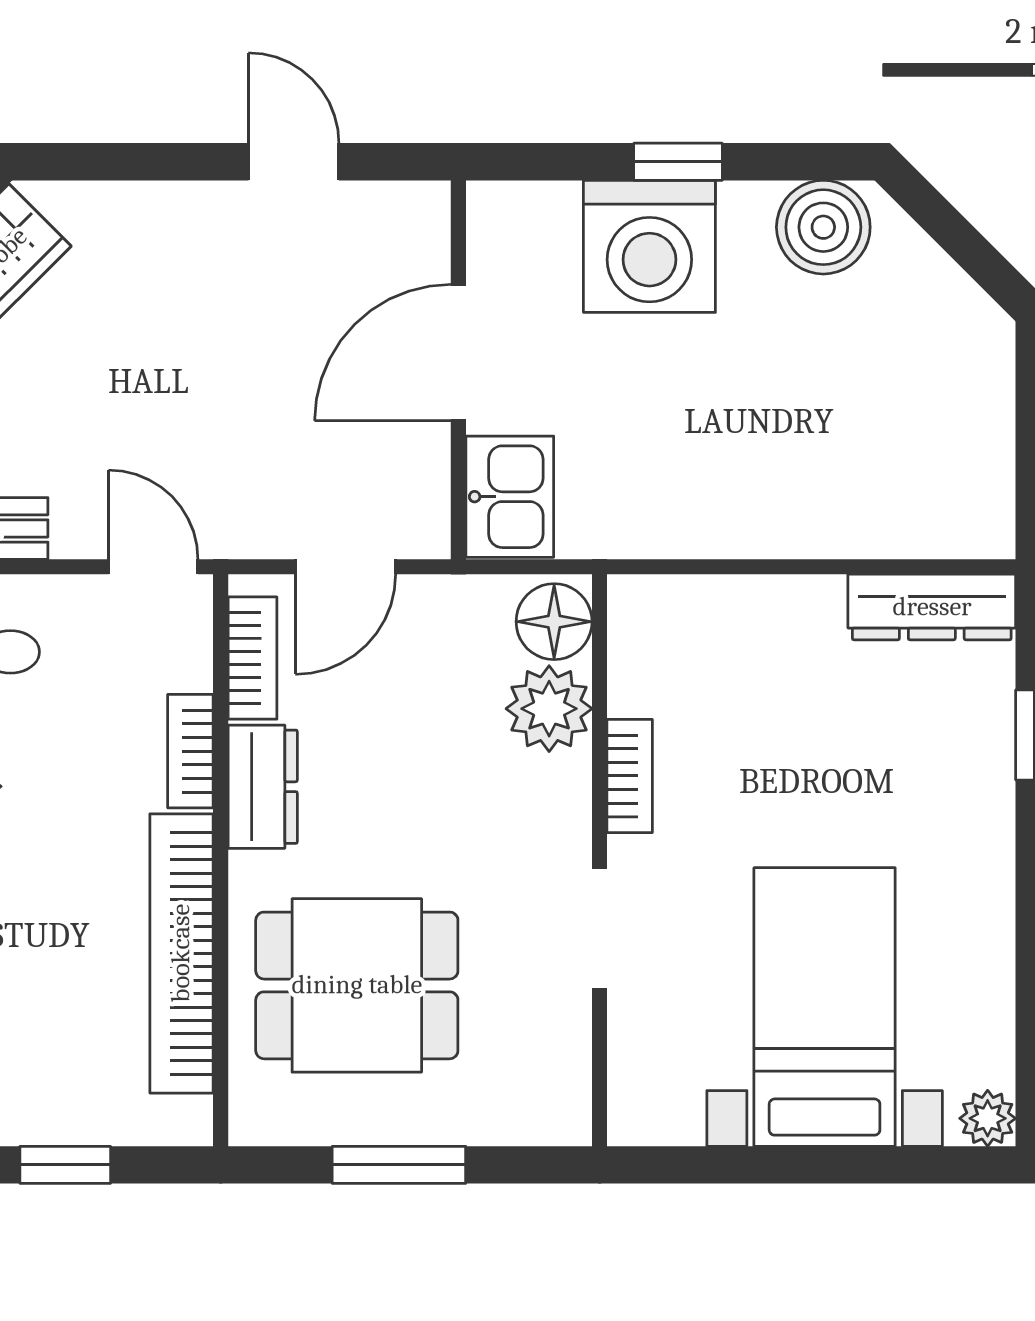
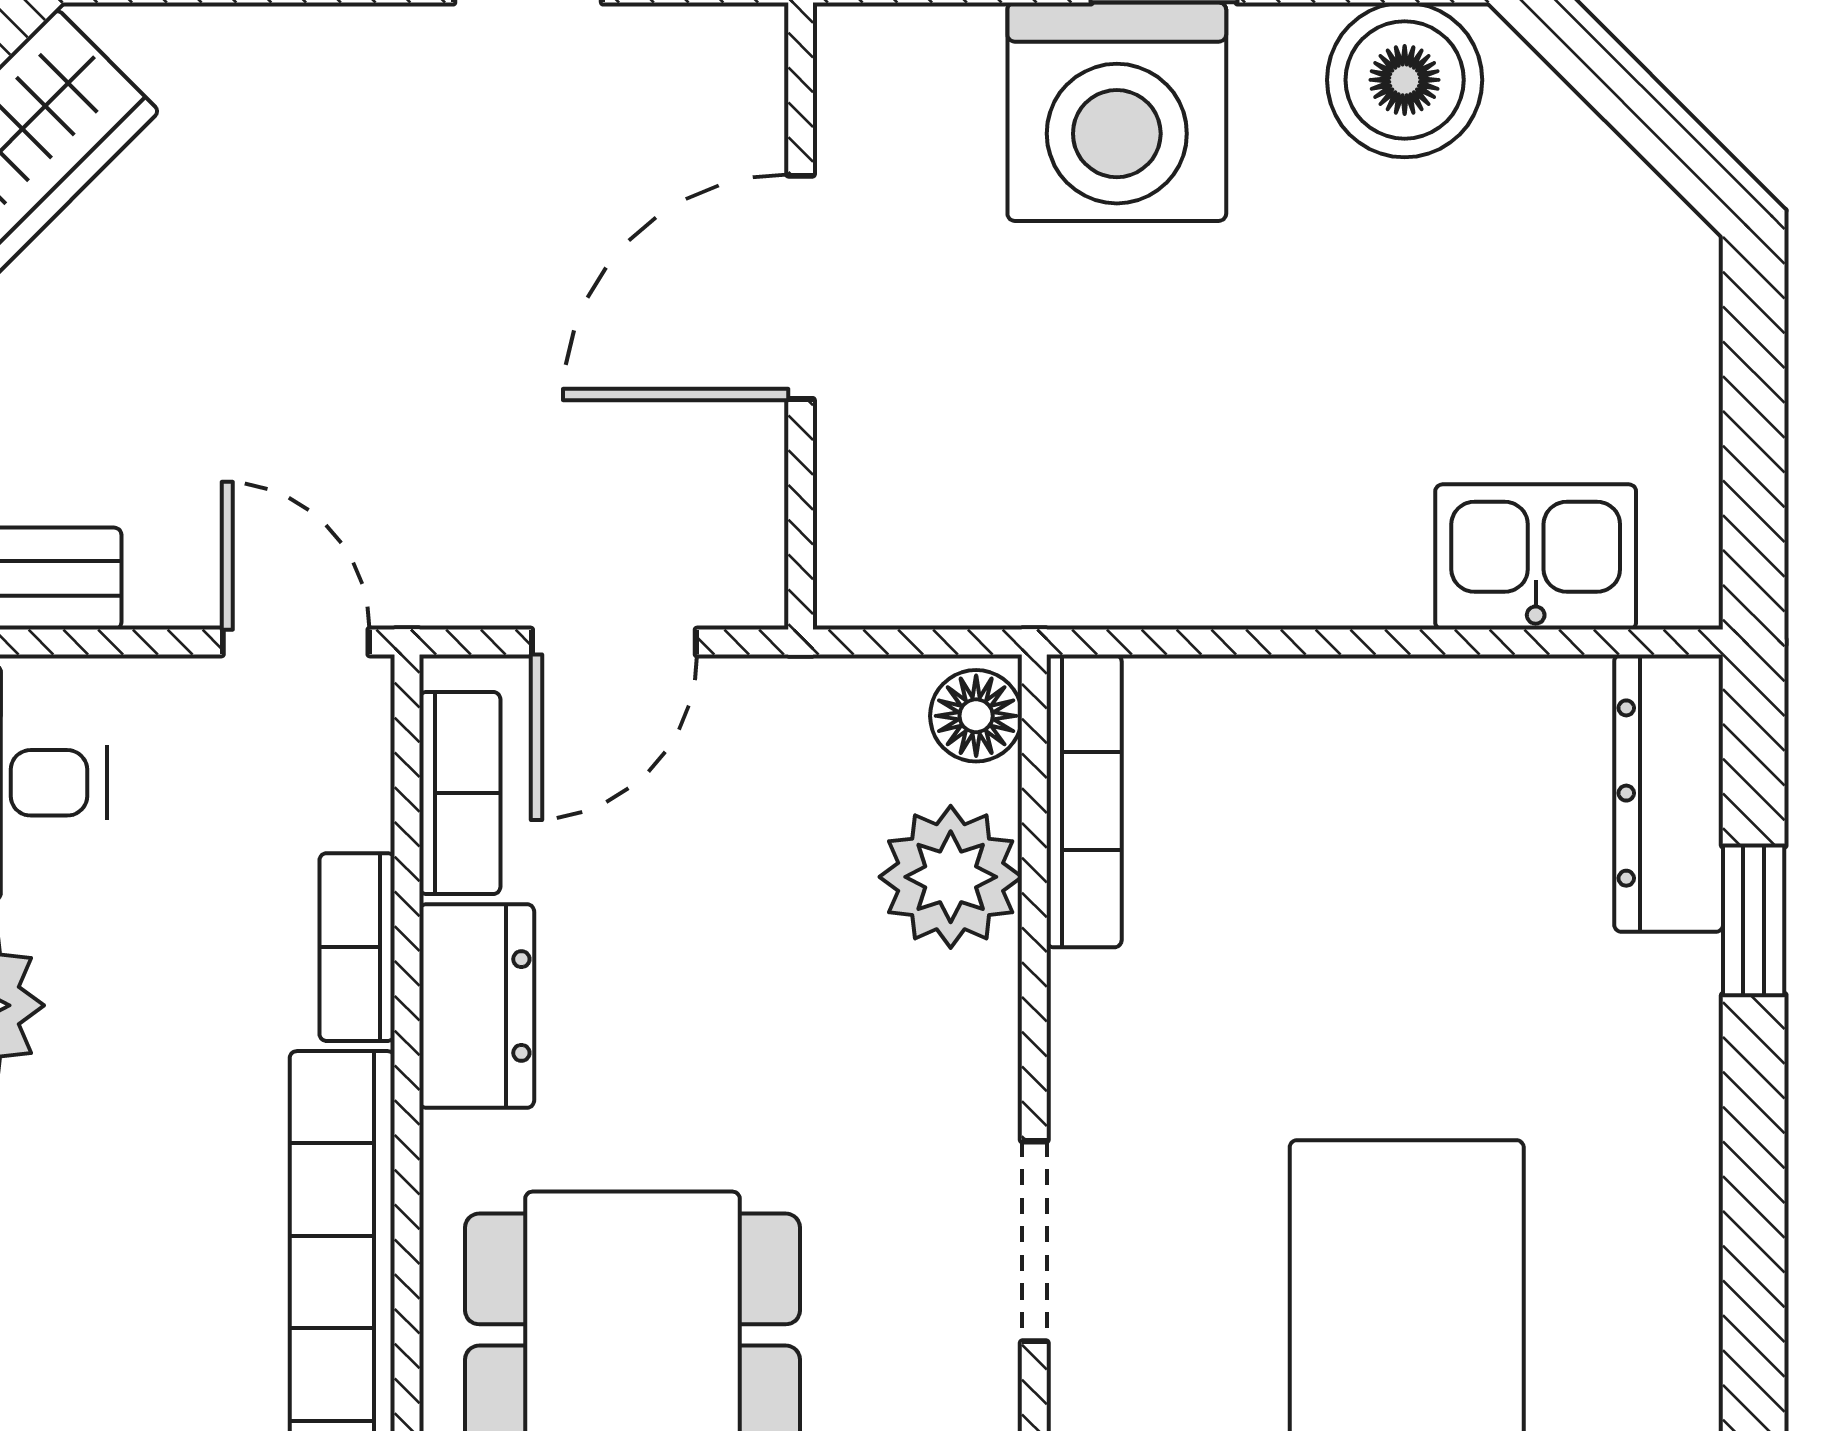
kitchen sink: (510, 497) -> (1536, 557), moved, turned -90
dresser: (932, 607) -> (1669, 793), moved, turned 90
floor lamp: (554, 622) -> (976, 716), width x0.73, depth x0.73
bookcase: (630, 776) -> (1084, 801), moved, width x1.56

